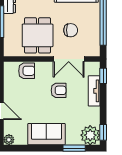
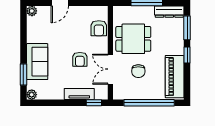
window: (103, 132) -> (39, 103), removed
sofa: (46, 134) -> (37, 62), moved
plant: (90, 135) -> (32, 95), width x0.53, depth x0.53

